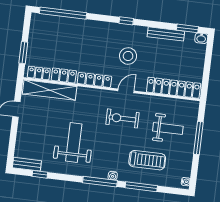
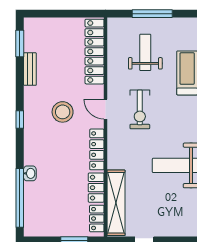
bench: (166, 34) -> (30, 69), width x0.73
washbasin: (201, 38) -> (30, 173), moved

